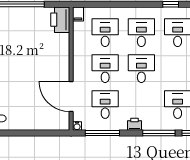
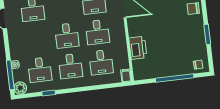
printer: (60, 20) -> (138, 48), moved

